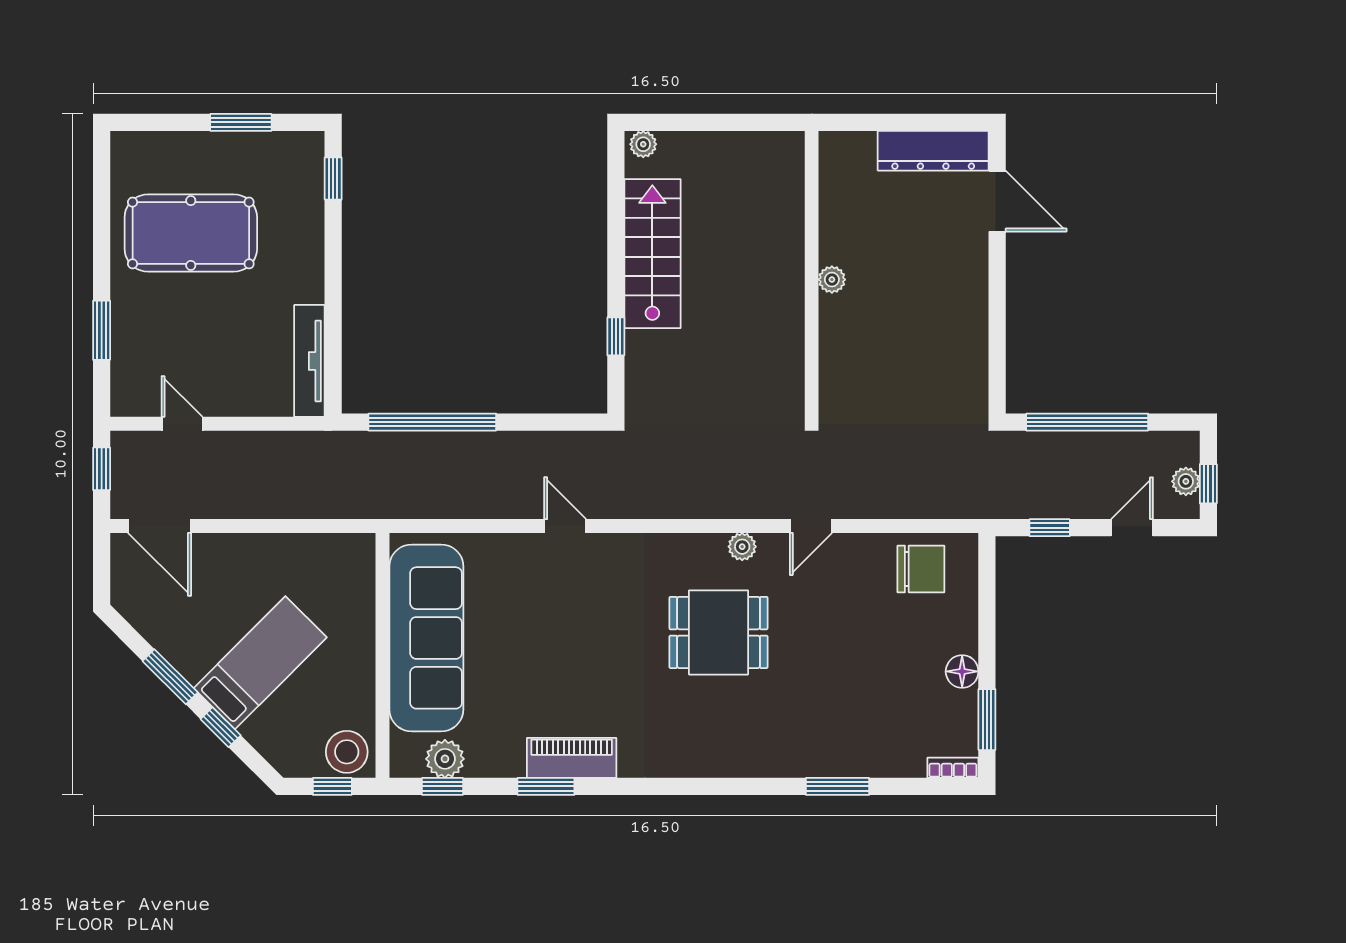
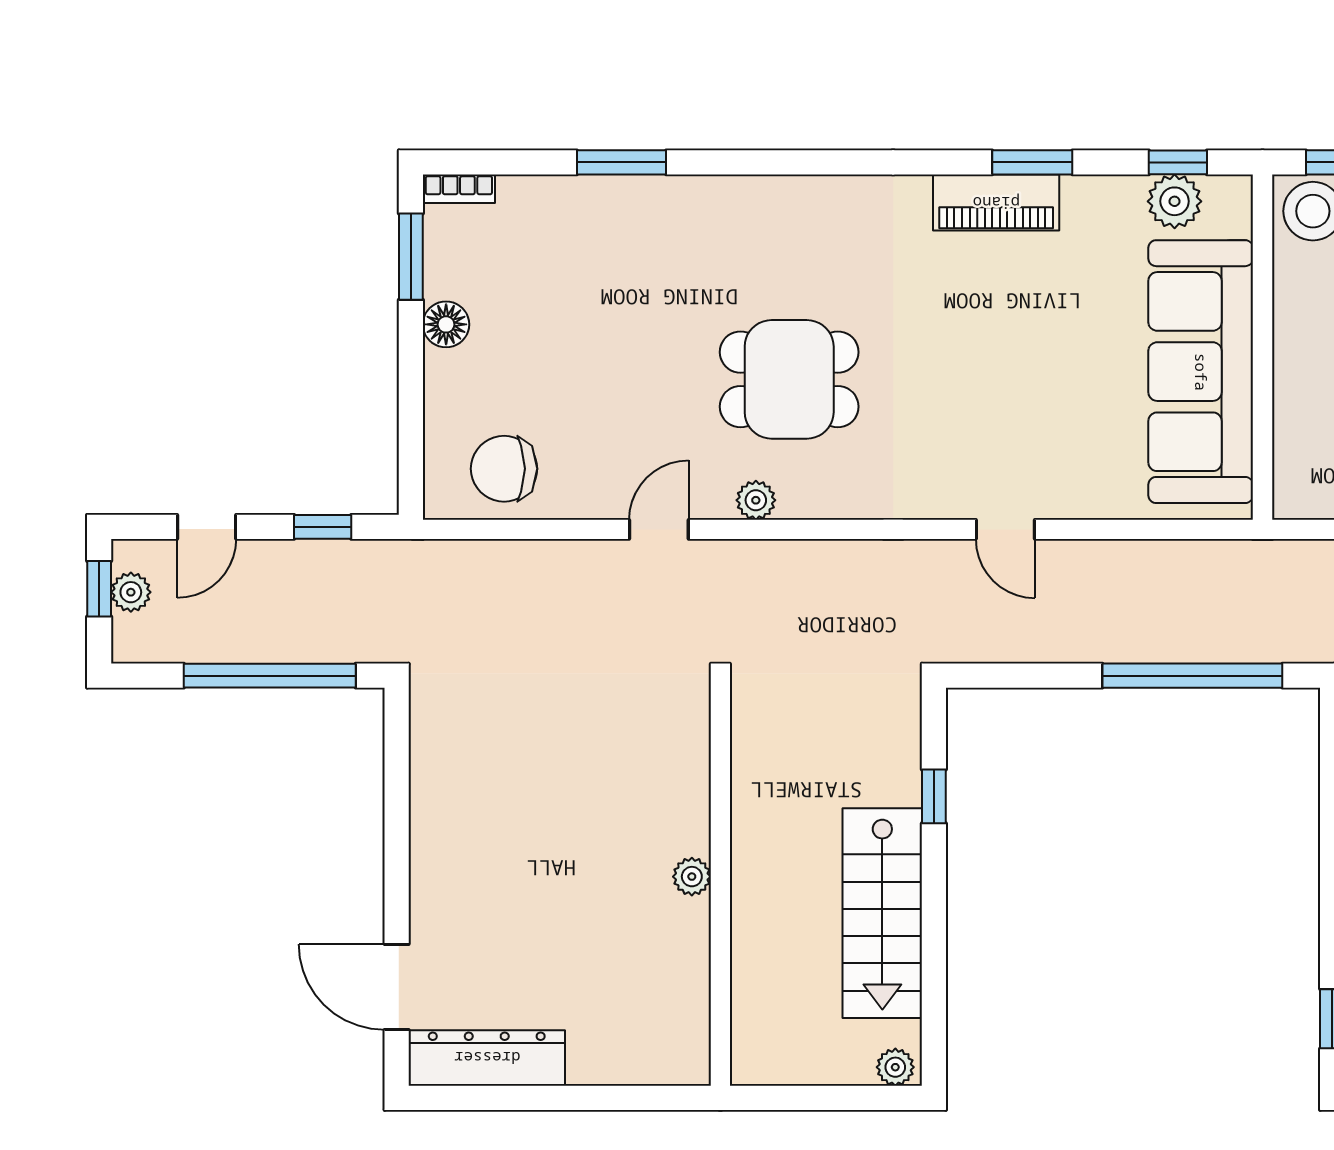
wall: (812, 274) -> (720, 884), moved
plant: (832, 280) -> (692, 877), moved

